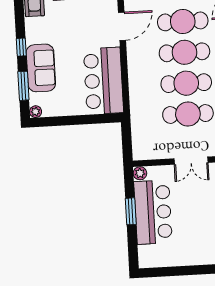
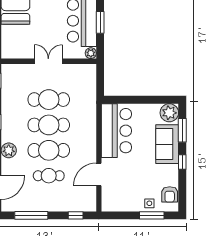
cafe table: (183, 21) -> (49, 176), width x0.73, depth x0.74
plant: (36, 112) -> (169, 113), width x1.88, depth x1.88

